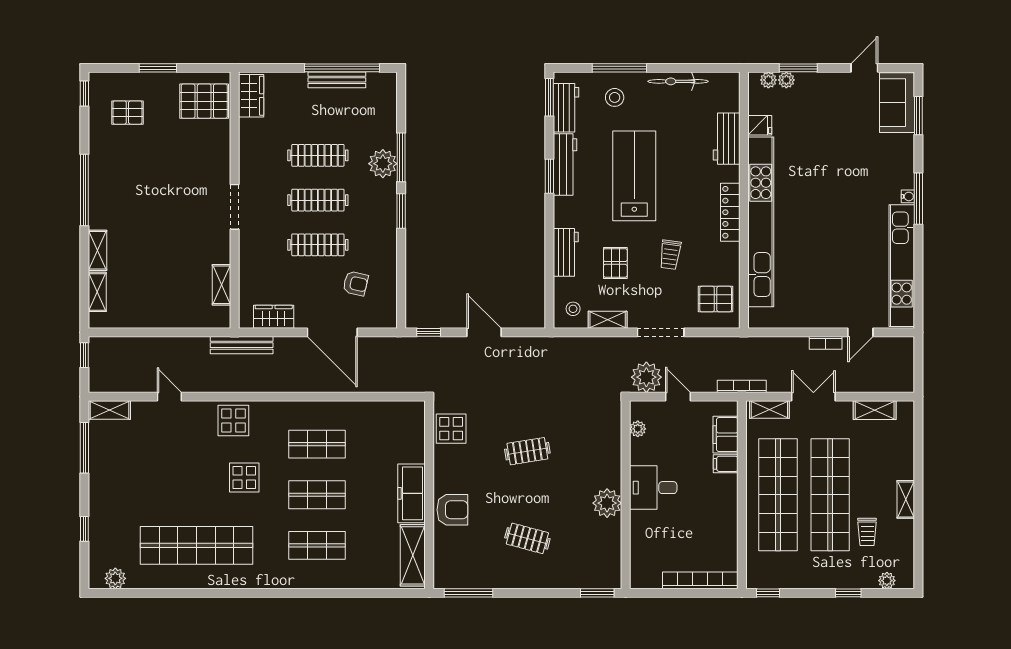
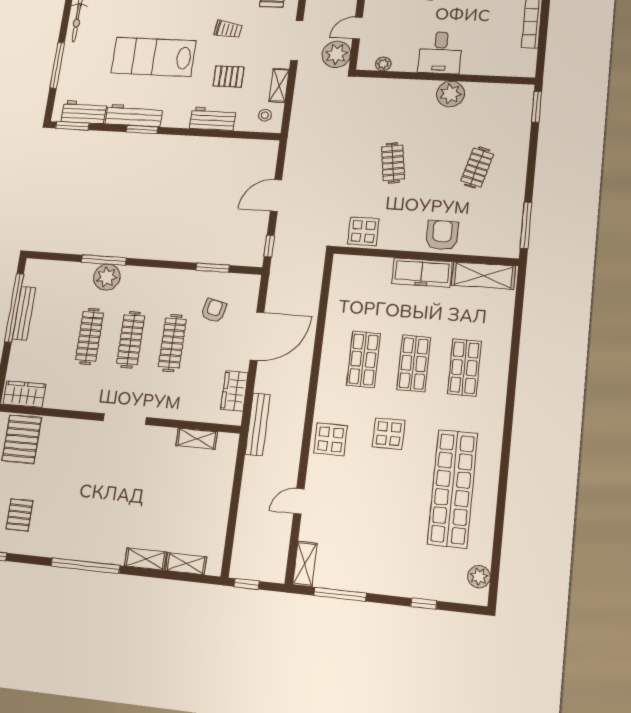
stool: (615, 97) -> (82, 70), removed
window: (401, 211) -> (213, 268), moved

